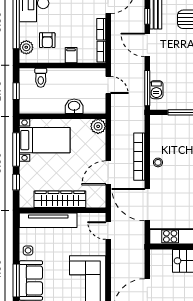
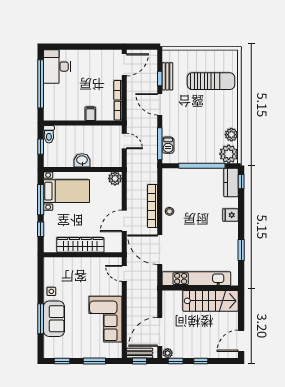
armchair: (47, 40) -> (69, 100), removed
plant: (26, 47) -> (50, 107), removed
toilet: (41, 78) -> (49, 134), moved
washbasin: (74, 106) -> (82, 160), moved
tv unit: (48, 220) -> (70, 264), removed

